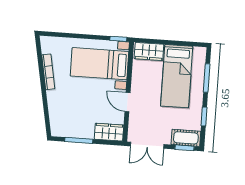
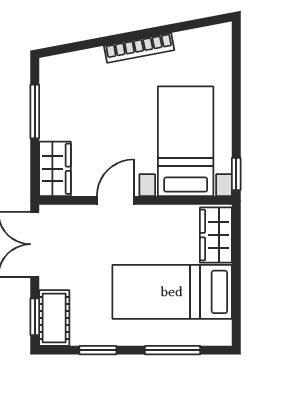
bookcase: (48, 72) -> (139, 48), moved

